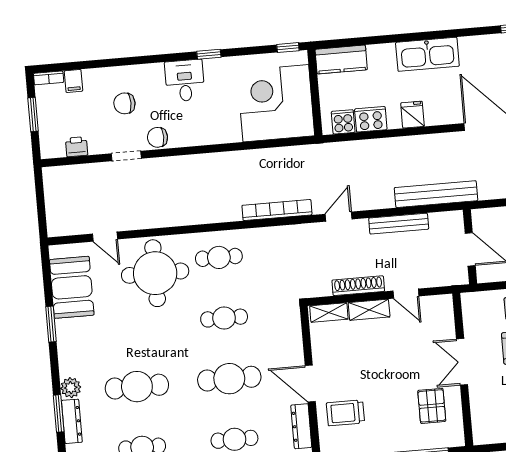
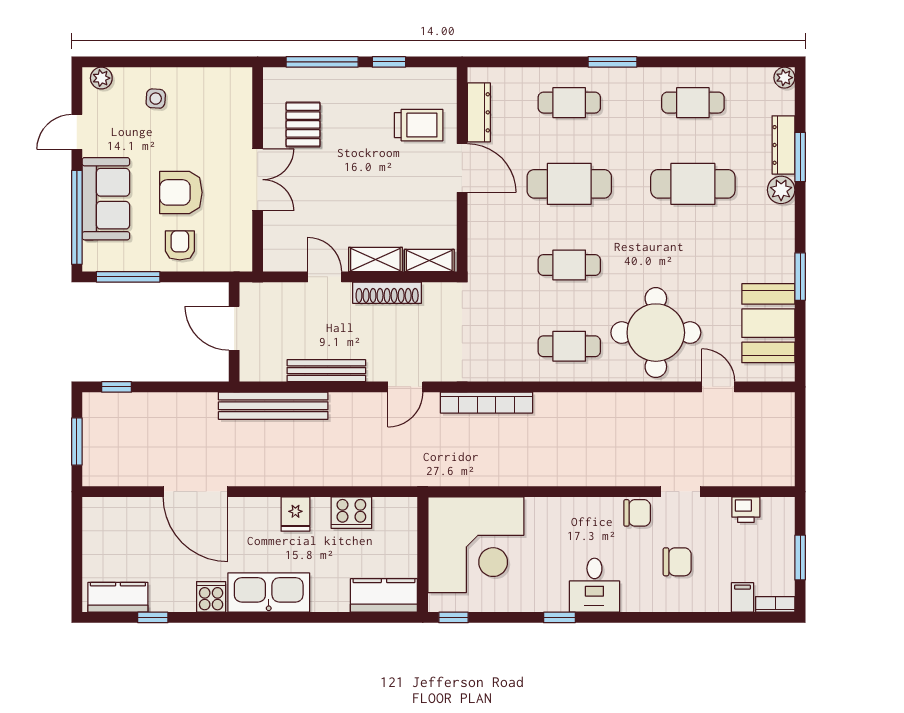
cooker: (343, 122) -> (211, 597), moved, turned 180

